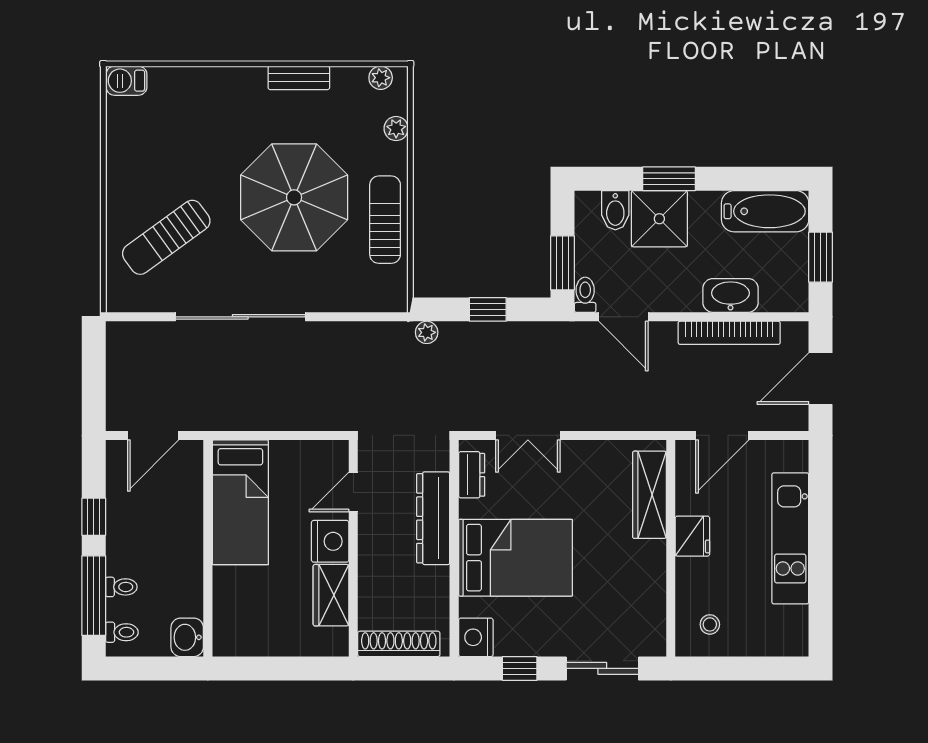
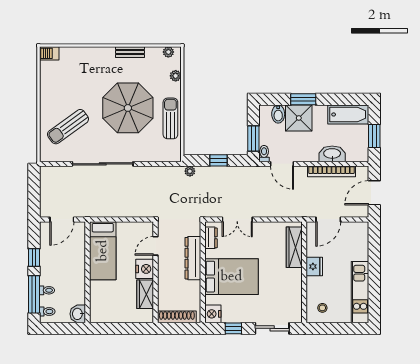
kitchen unit: (790, 538) -> (360, 292), moved

